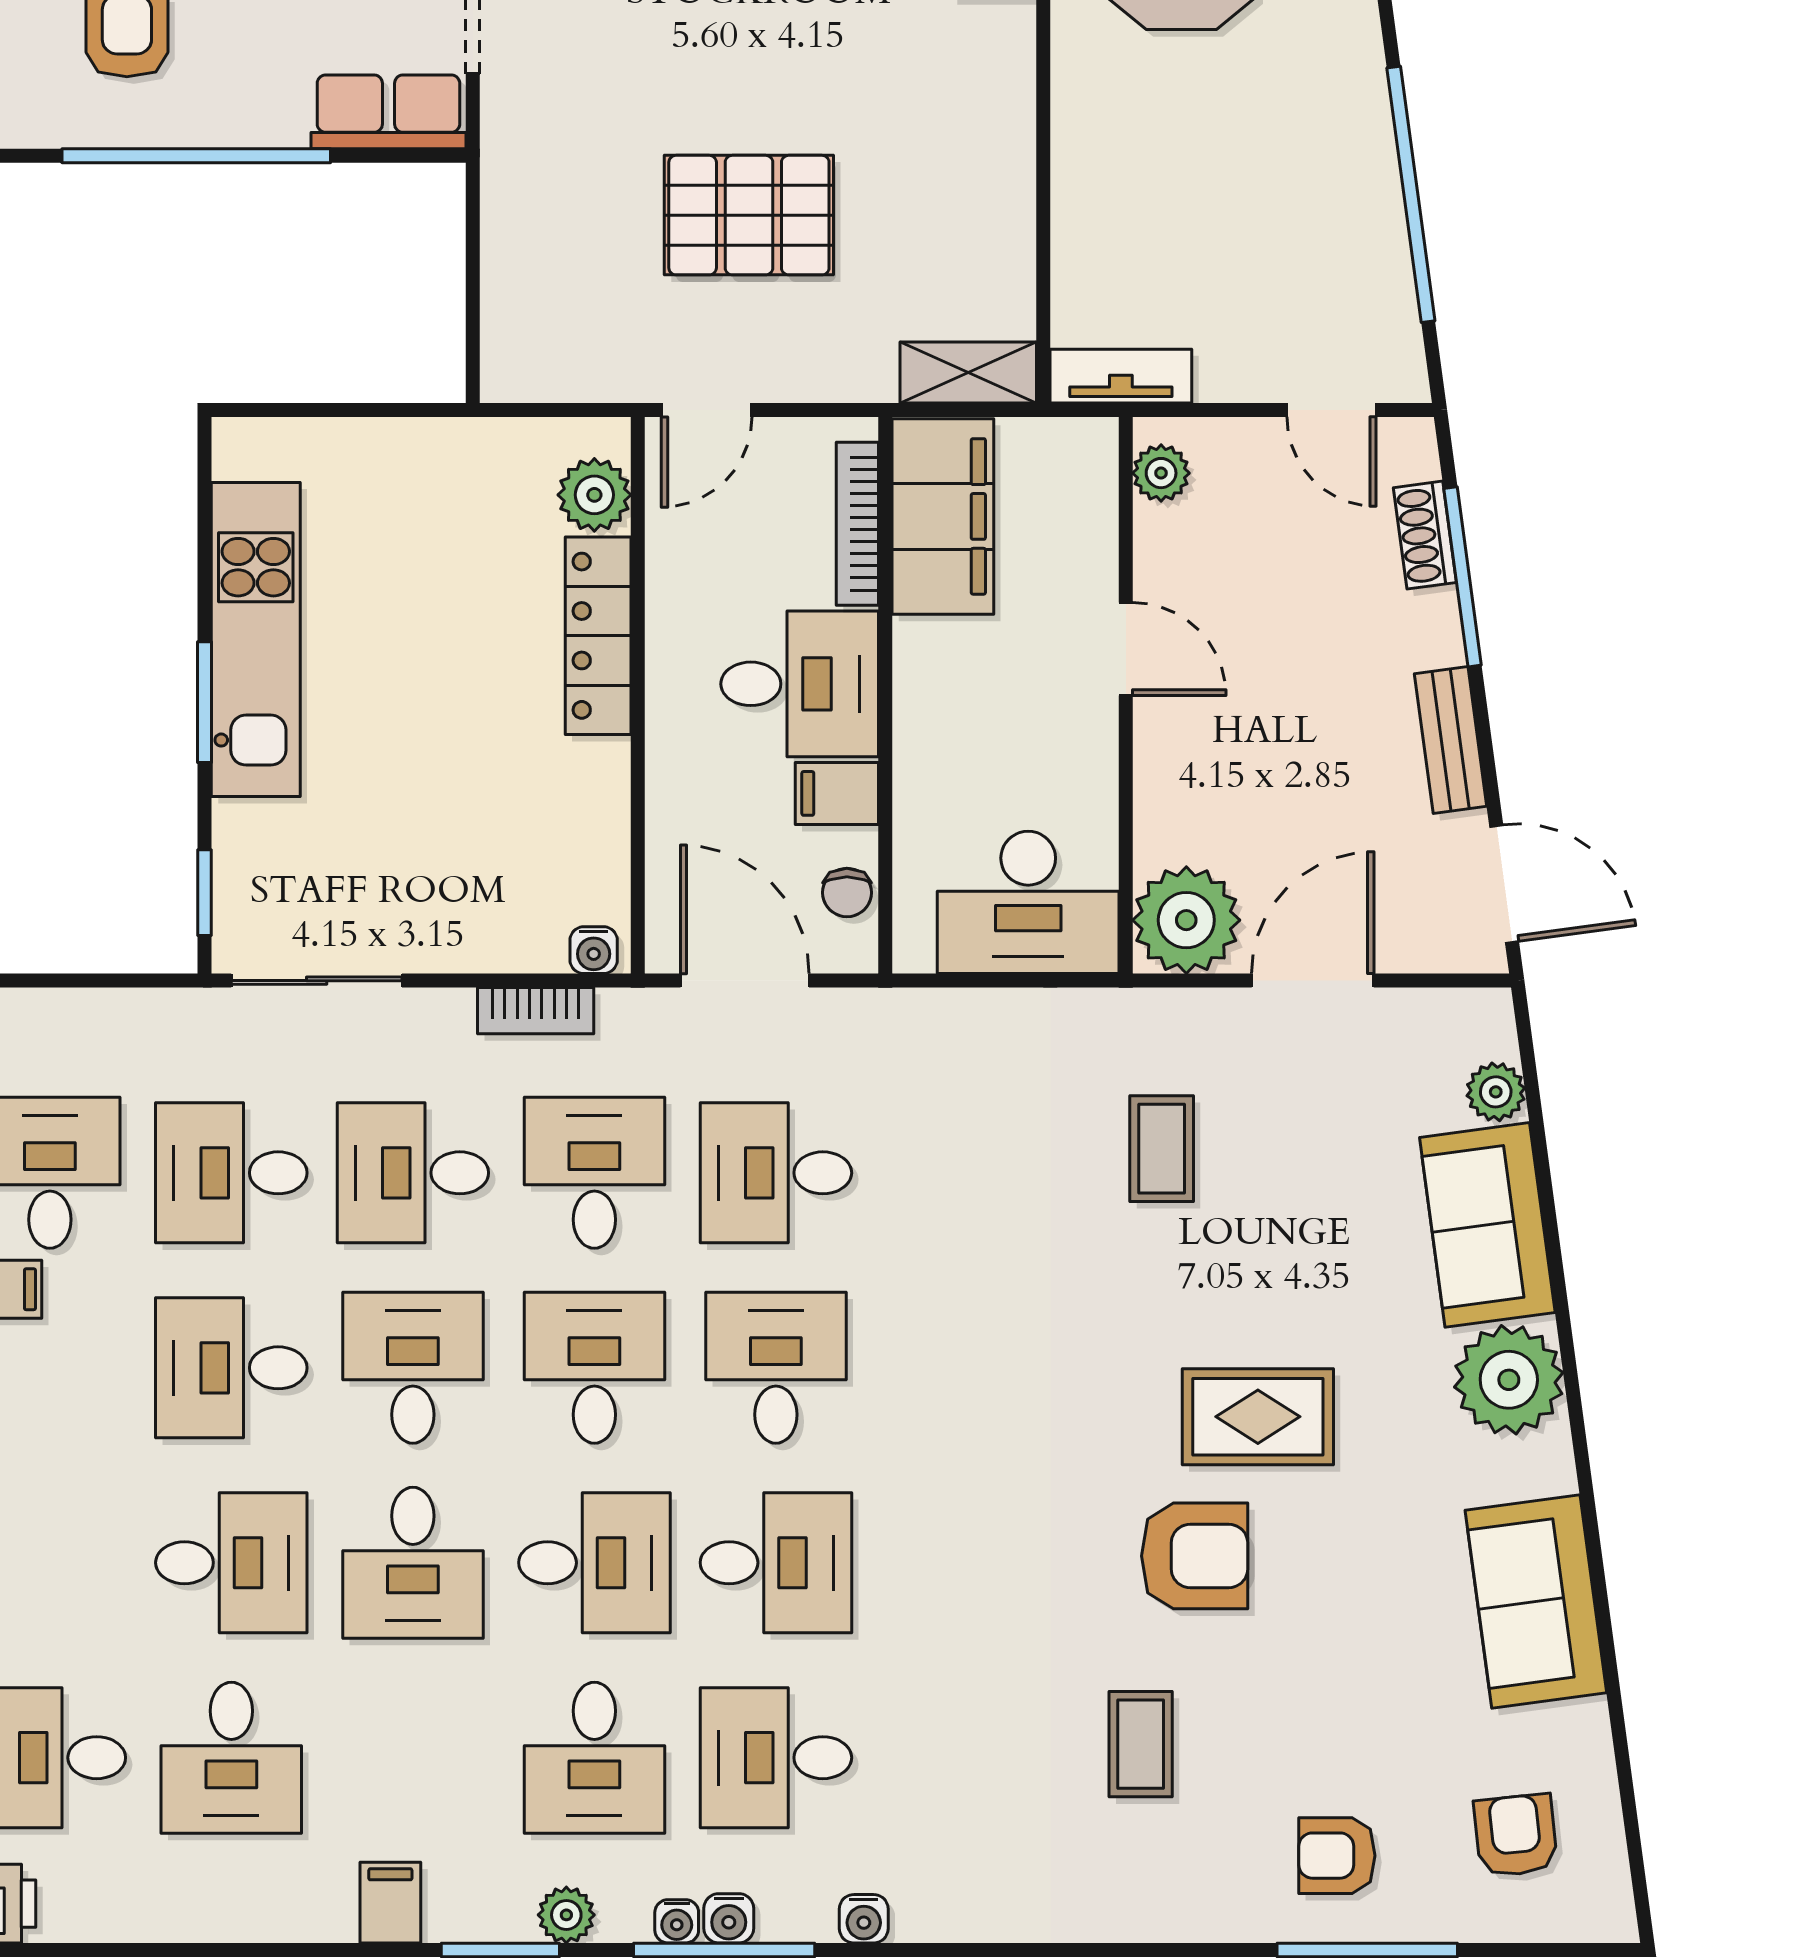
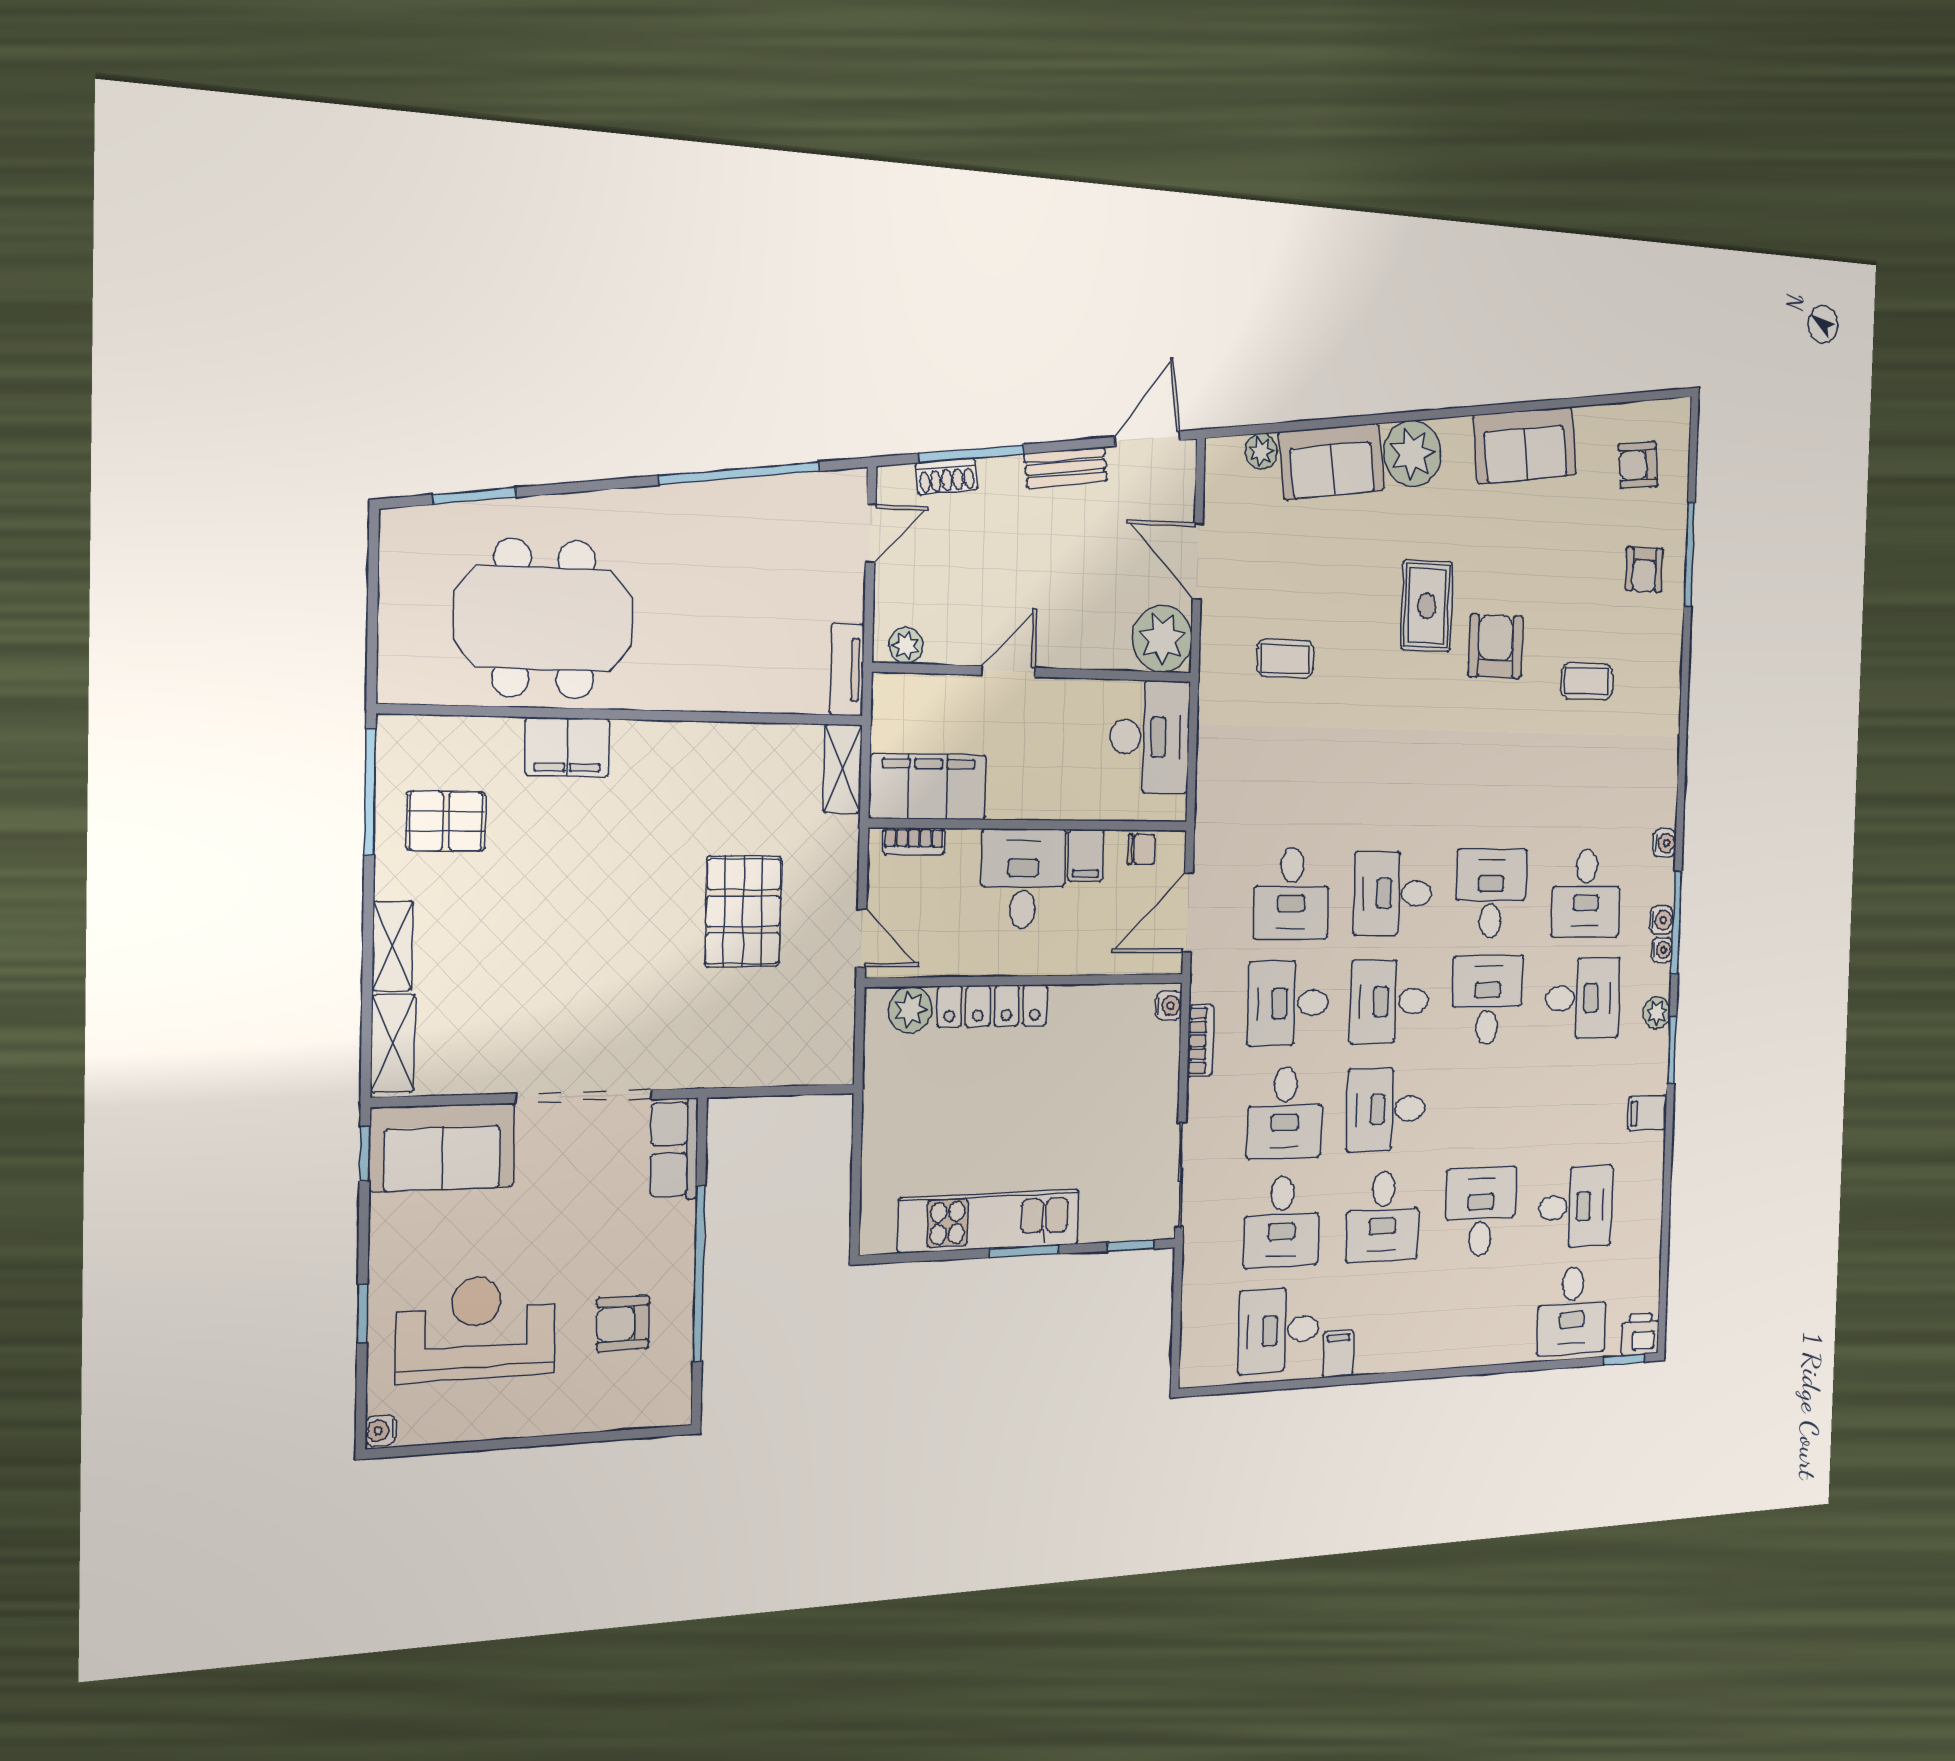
bookcase: (857, 524) -> (914, 841), width x0.64
desk: (413, 1563) -> (1484, 1106), removed

